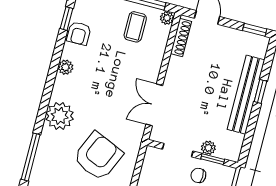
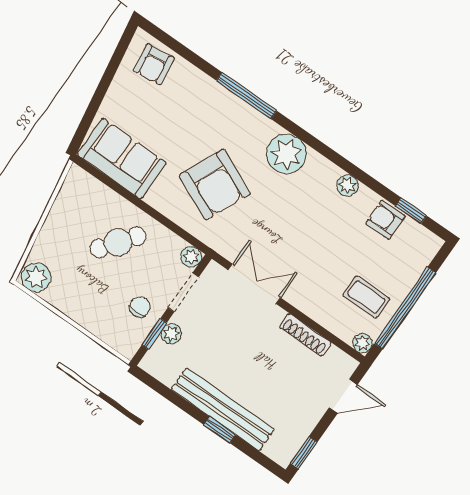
shoe rack: (181, 38) -> (305, 335), moved
plant: (152, 154) -> (191, 257), added

